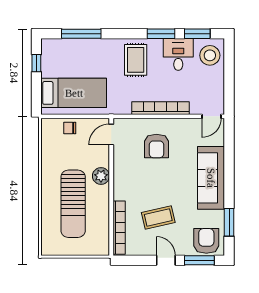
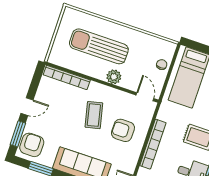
coffee table: (158, 218) -> (94, 115), moved
armchair: (206, 241) -> (32, 145), turned -90

